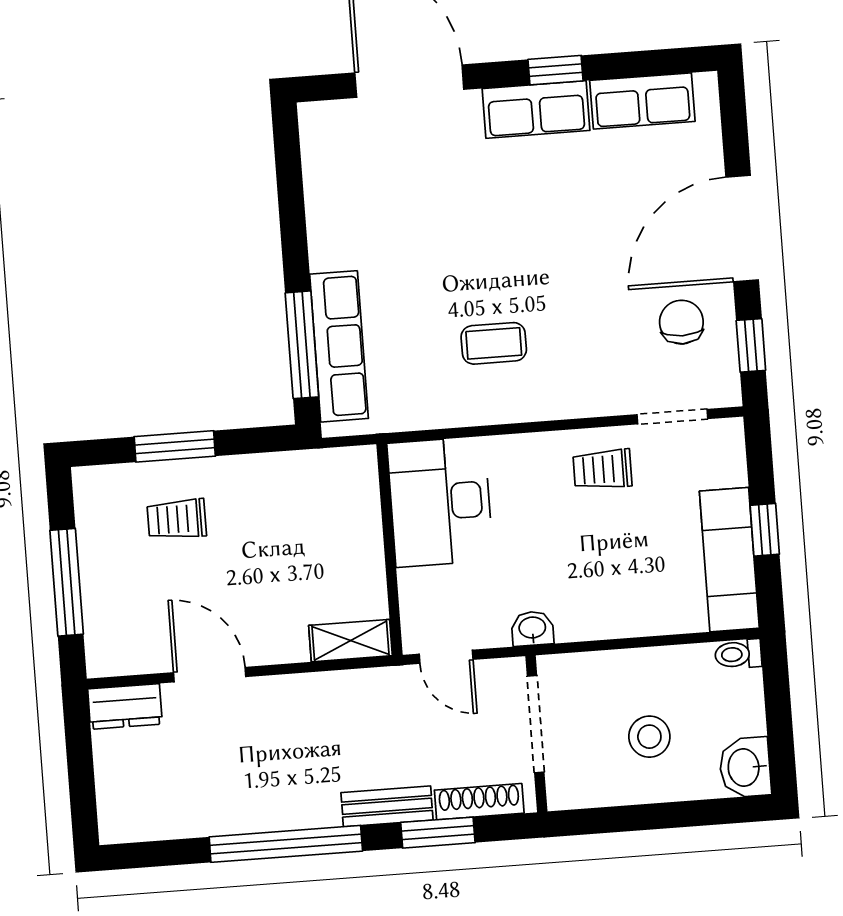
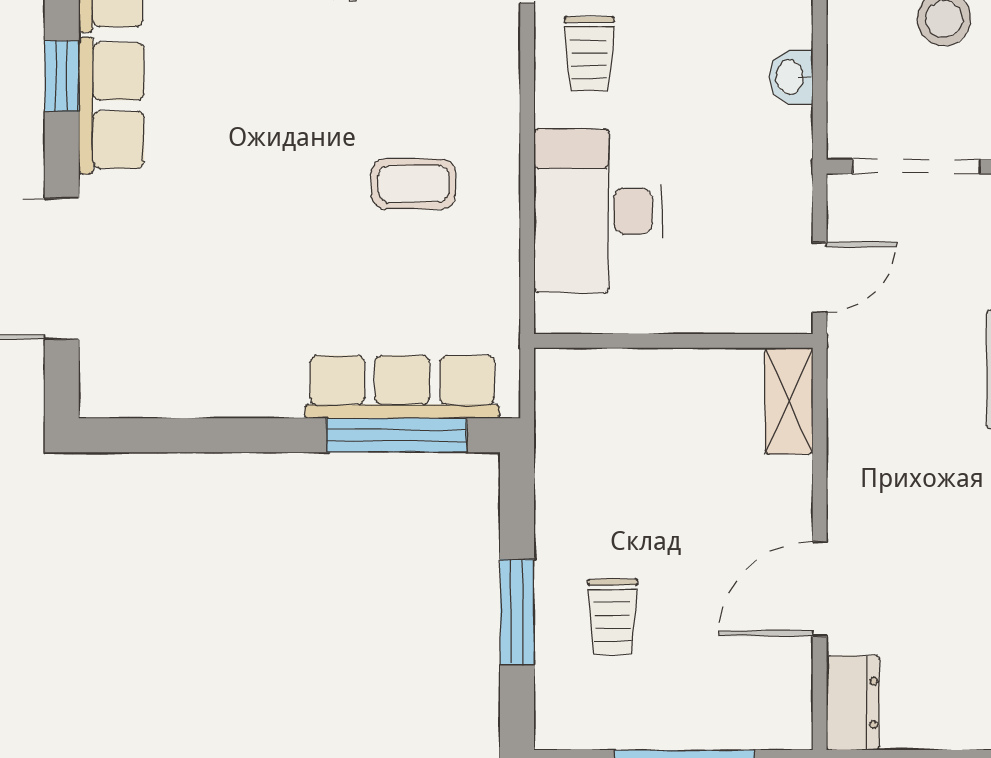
coffee table: (494, 343) -> (414, 184), turned 90
desk: (440, 502) -> (598, 211), moved, turned 90
washbasin: (532, 628) -> (791, 77), moved

